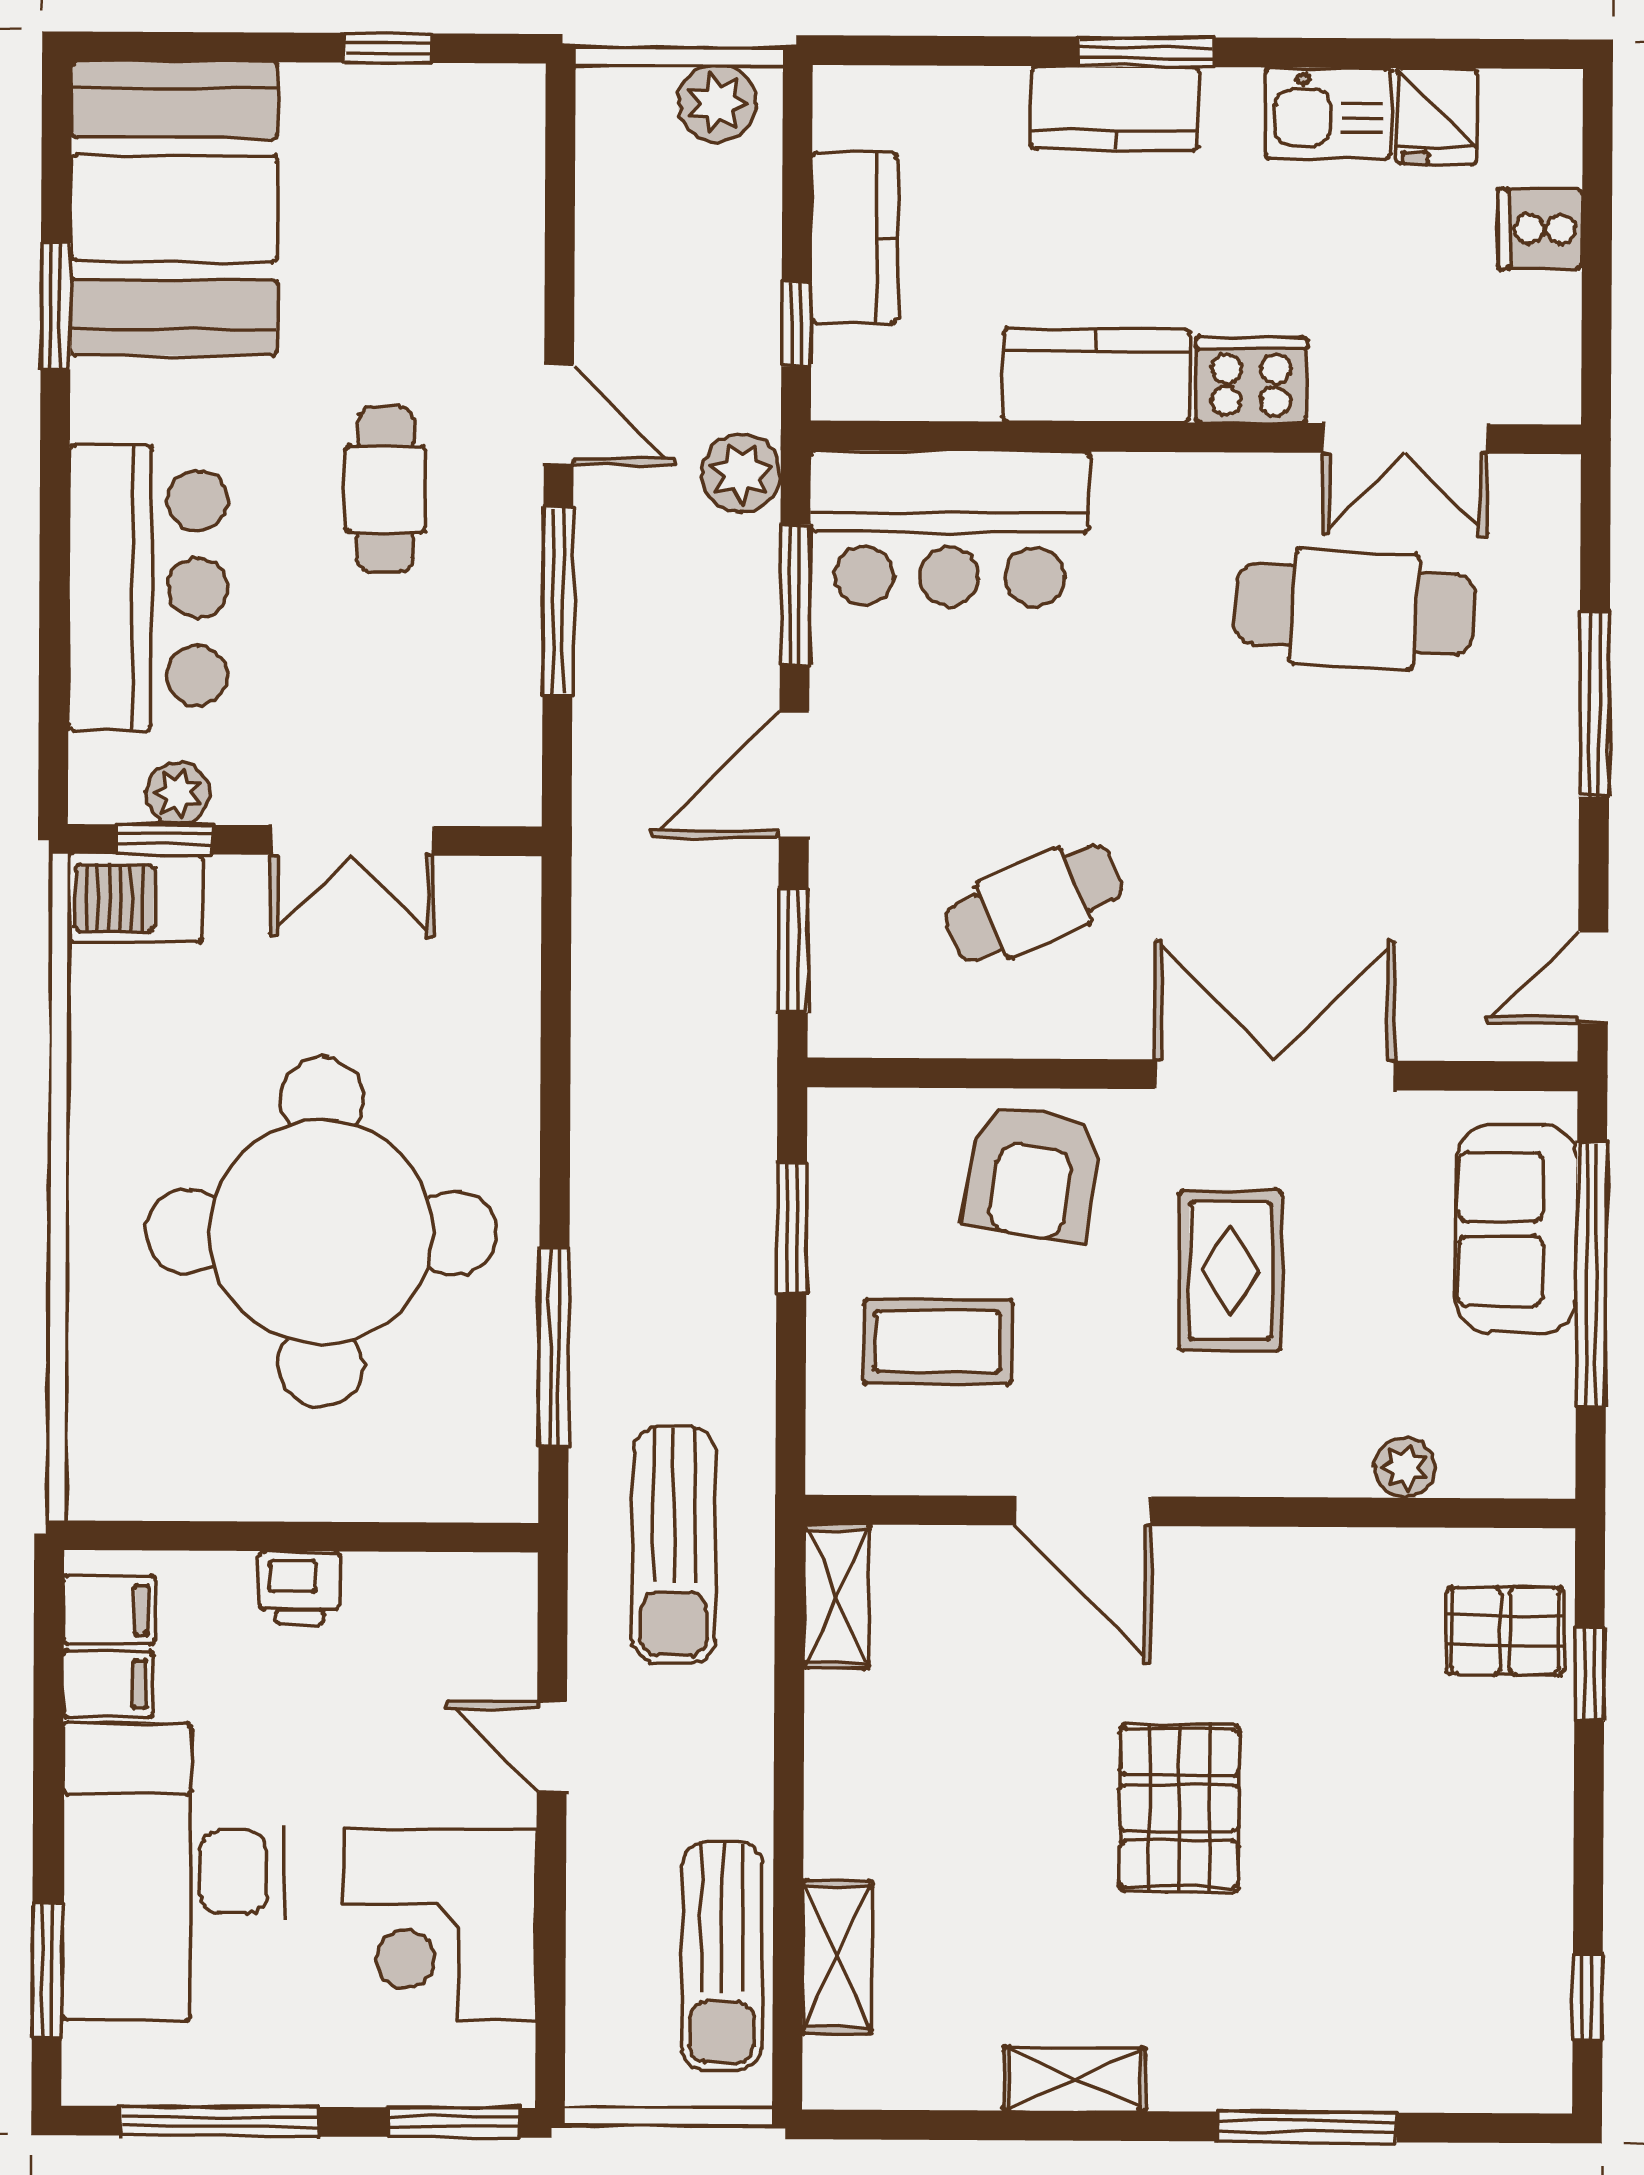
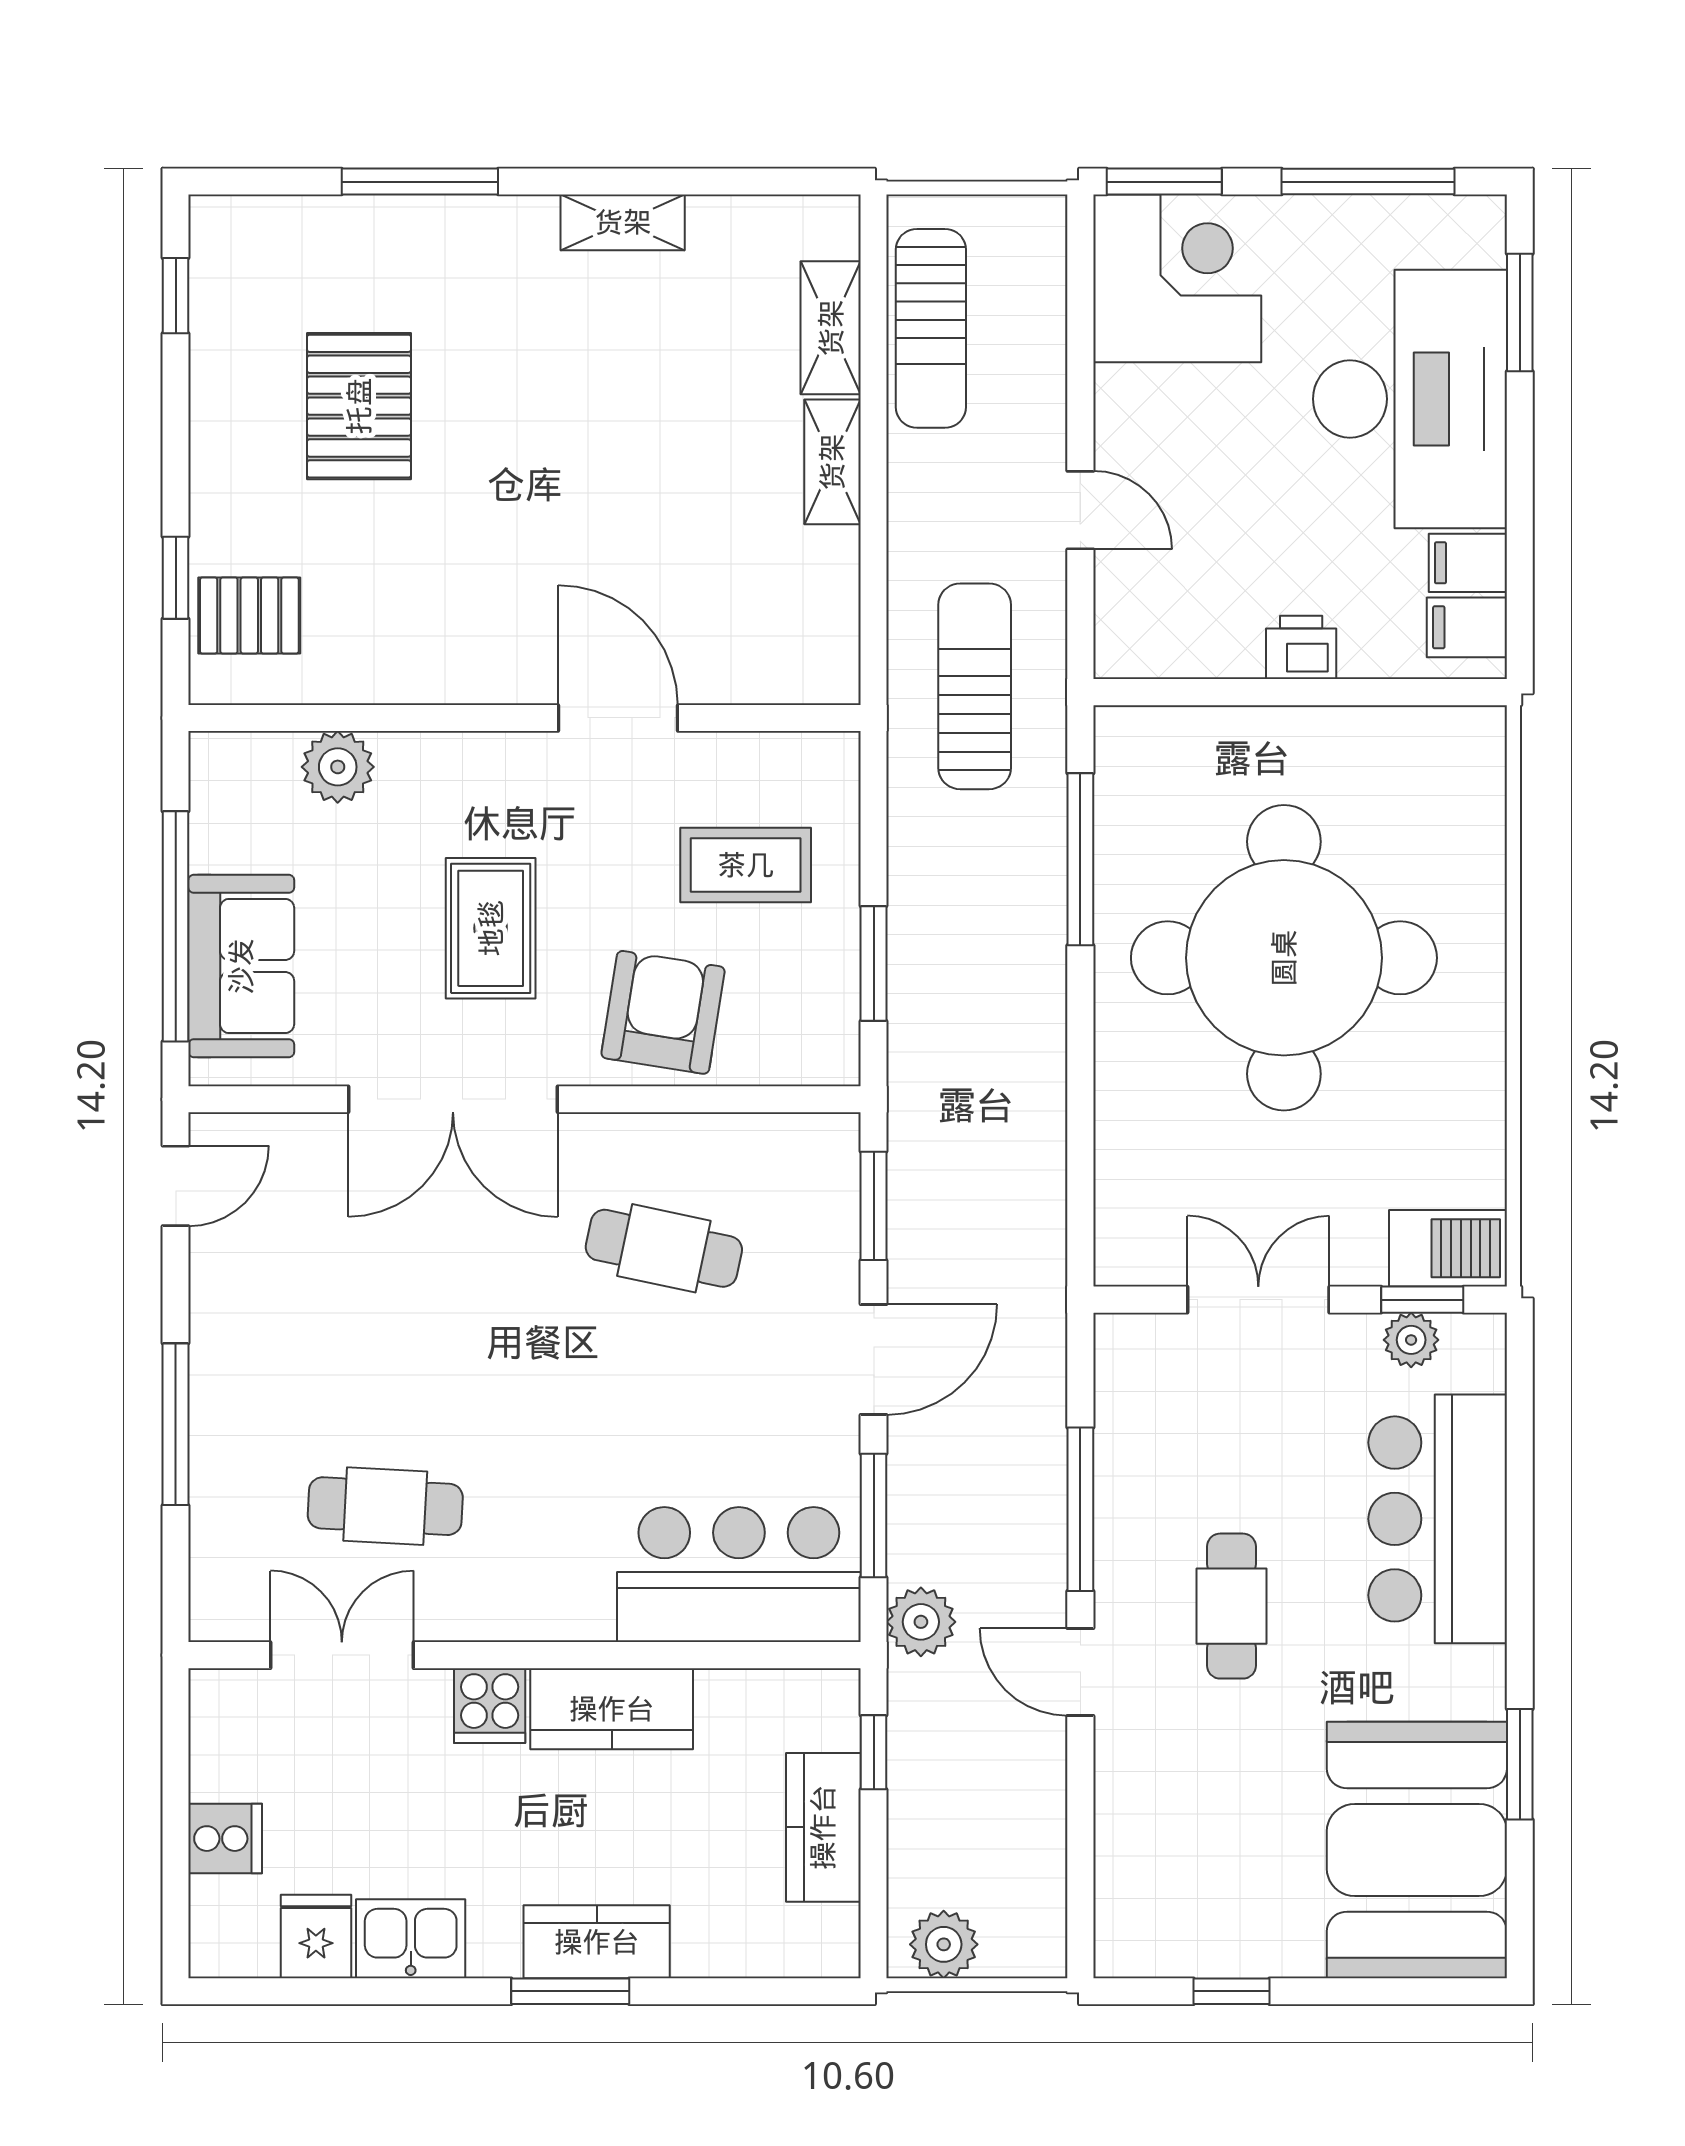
cooker: (1251, 380) -> (490, 1706), width x0.73
cafe table: (1355, 609) -> (385, 1506), width x0.73, depth x0.74
cafe table: (1034, 903) -> (664, 1248), turned 36
plant: (1405, 1468) -> (338, 767), width x1.38, depth x1.38
shelving: (837, 1596) -> (832, 462), moved
pallet: (1179, 1808) -> (359, 406), moved
corner desk: (440, 1925) -> (1177, 278), moved
sun lounger: (722, 1956) -> (931, 328), turned 180

